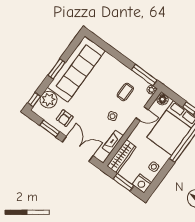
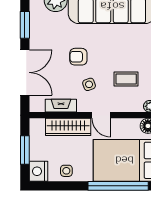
door: (142, 114) -> (101, 115), moved
armchair: (65, 118) -> (78, 57), moved
wardrobe: (122, 156) -> (68, 127), moved

